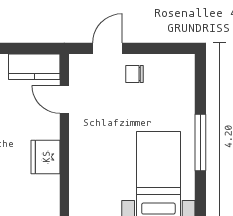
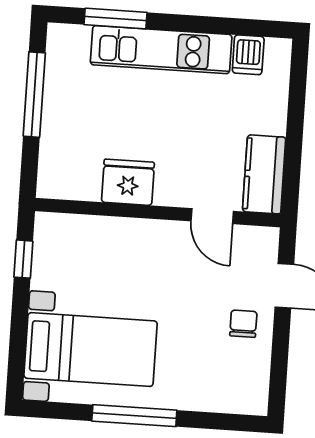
door: (64, 99) -> (212, 216), swing flipped

